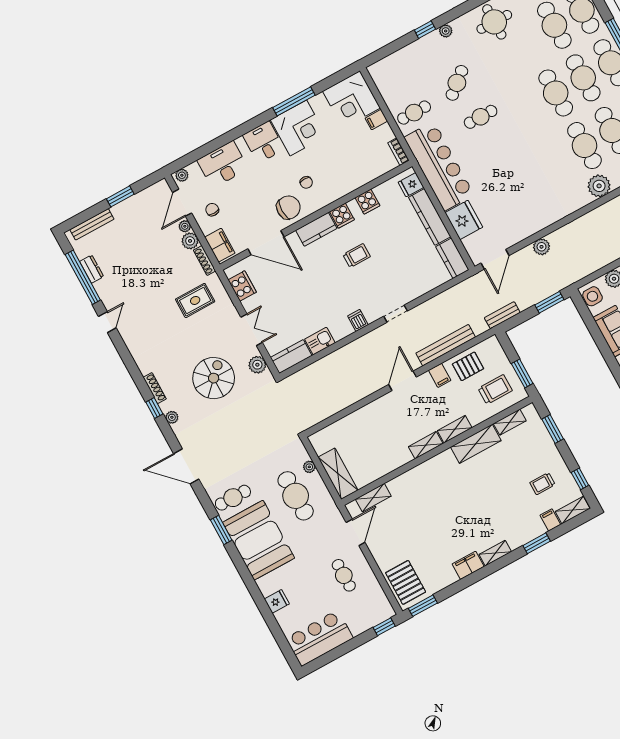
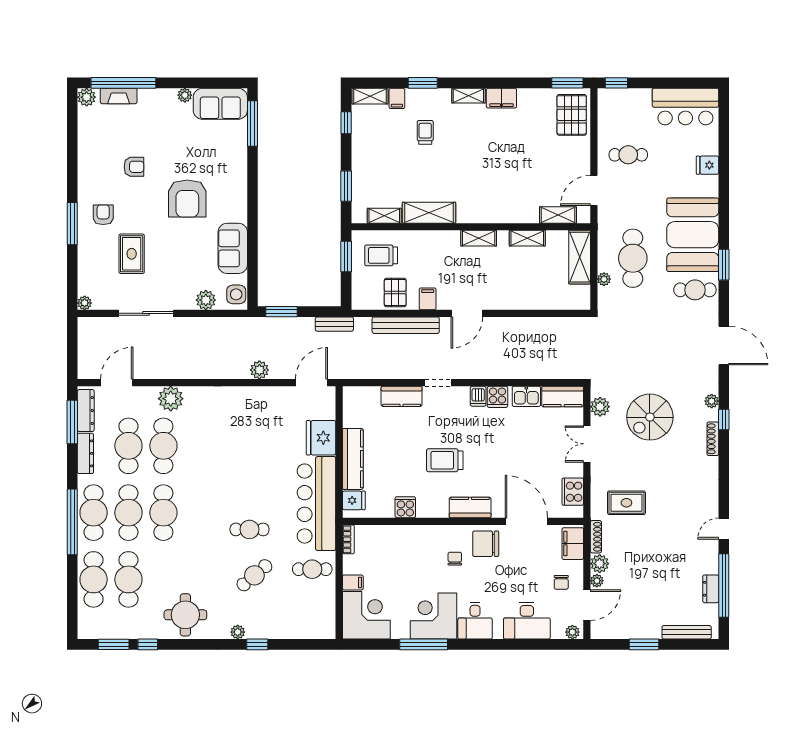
cooker: (342, 216) -> (497, 397), moved, turned 180
trolley: (357, 256) -> (445, 460), width x1.36, depth x1.39
kitchen counter: (452, 258) -> (402, 396), moved, turned 90
pallet: (468, 366) -> (395, 292), turned 90
shelving: (455, 429) -> (527, 238), moved
trolley: (542, 484) -> (425, 132), moved, turned -90
cafe table: (344, 575) -> (628, 155), turned 90

